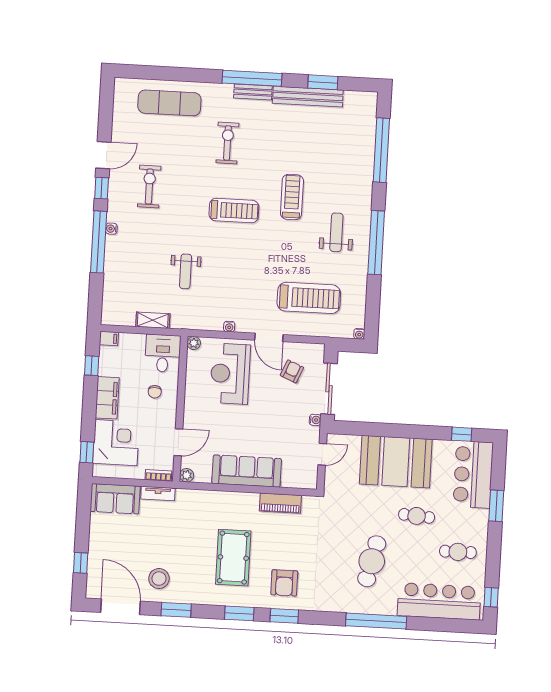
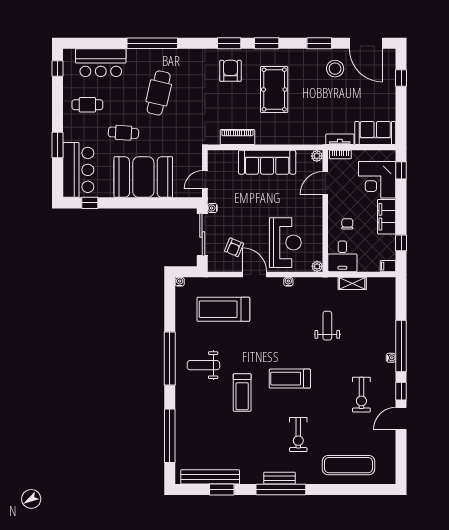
bench: (308, 97) -> (210, 477), moved
weight bench: (336, 232) -> (203, 365), turned 90
bar counter: (439, 601) -> (101, 63), width x0.73

